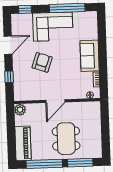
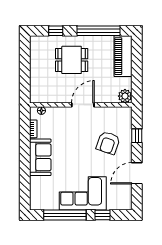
window: (25, 9) -> (102, 215), moved
armchair: (42, 62) -> (108, 143), moved
dining table: (66, 139) -> (72, 60), width x0.73
window: (80, 163) -> (56, 31), width x0.46

